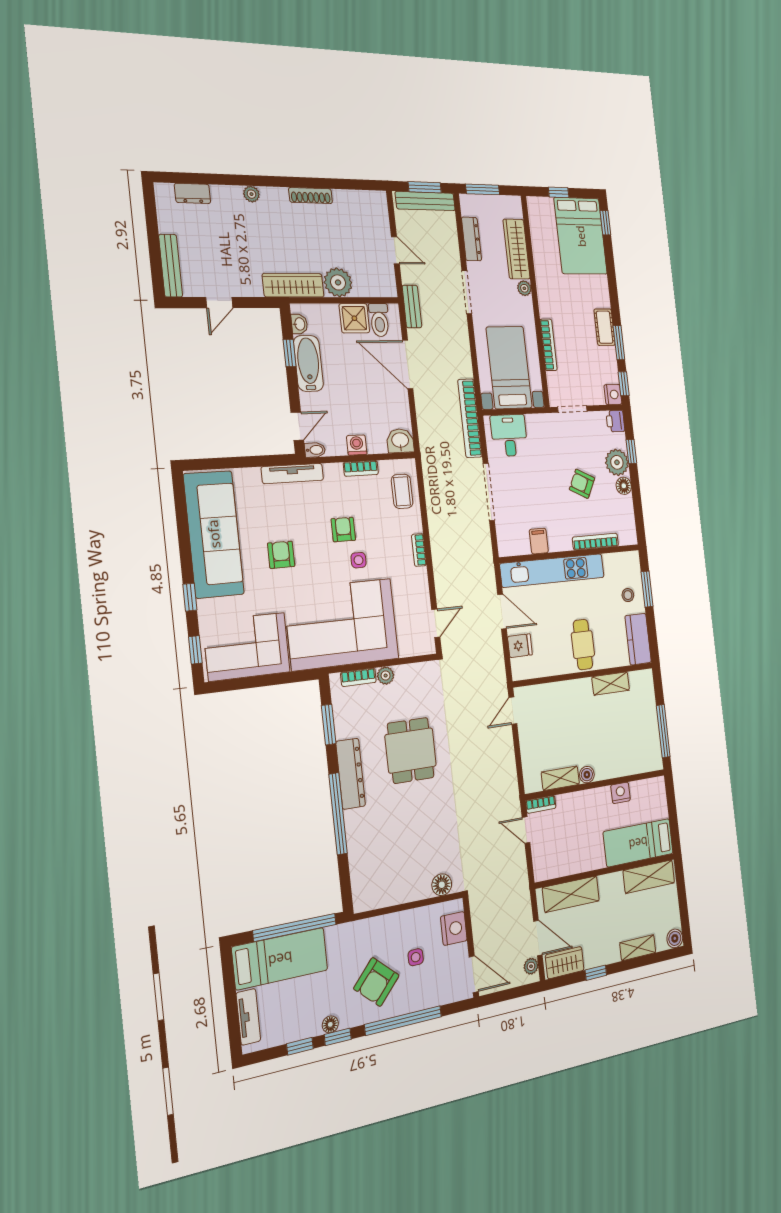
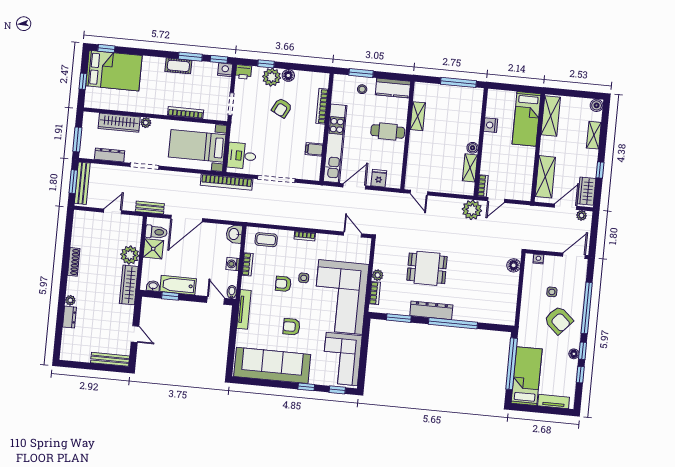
dresser: (193, 193) -> (70, 317), moved
plant: (506, 797) -> (472, 210), added
nightstand: (454, 928) -> (538, 259), width x0.53, depth x0.56

